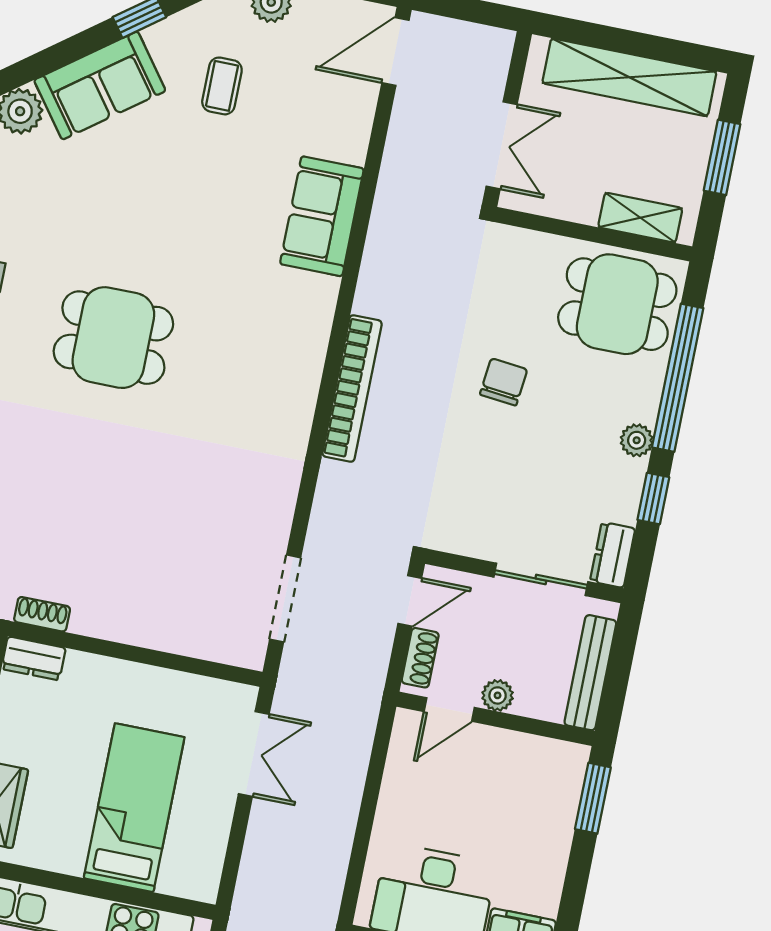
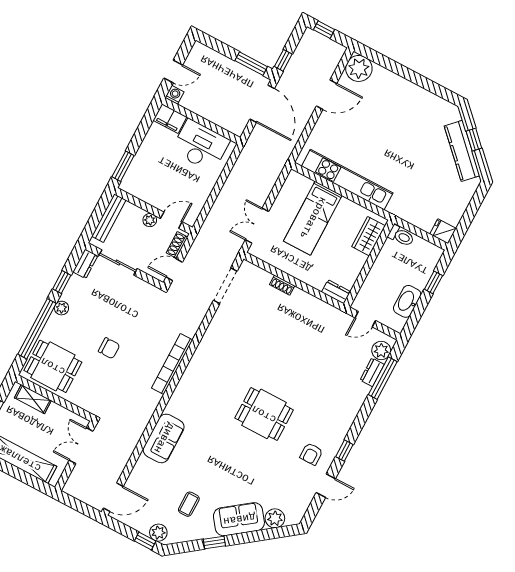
chair: (504, 382) -> (109, 348), turned -96
shoe rack: (42, 614) -> (282, 285), moved

